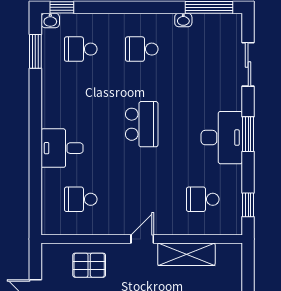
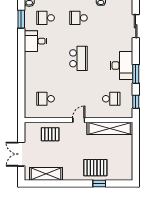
window: (248, 134) -> (136, 74), moved
desk: (62, 148) -> (36, 41), moved
school desk: (203, 199) -> (111, 99), turned 180
shelving: (186, 254) -> (110, 128), width x1.47

